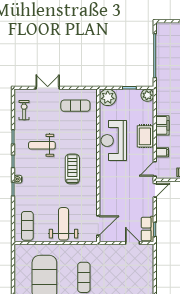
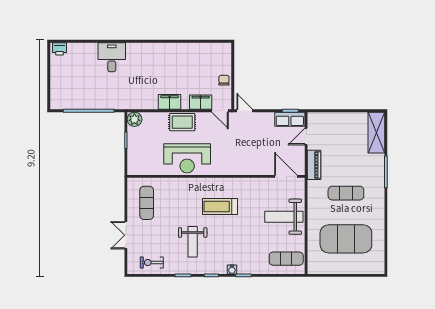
plant: (108, 97) -> (137, 165), removed
filing cabinet: (162, 152) -> (201, 102), width x2.00
piano: (108, 250) -> (314, 165), added

